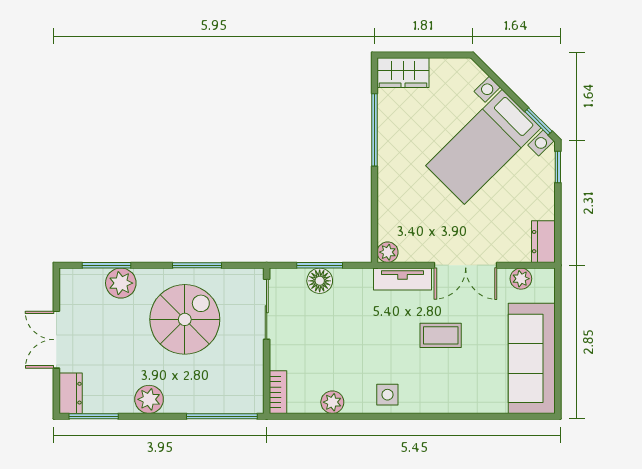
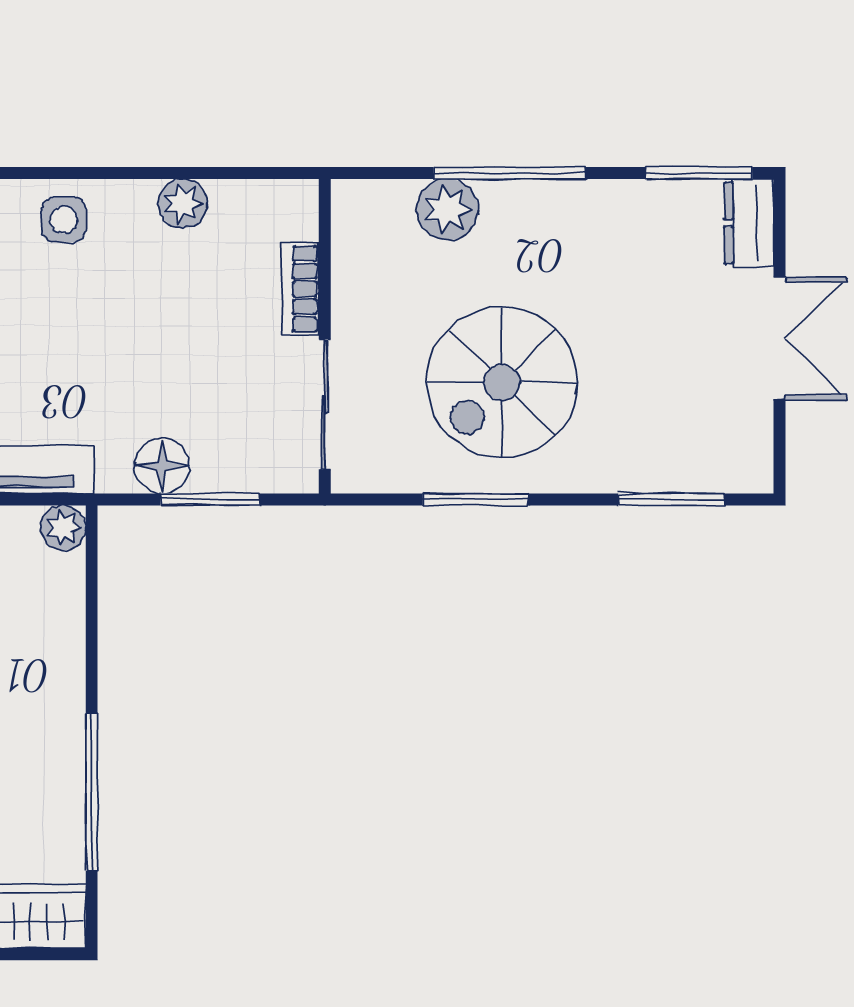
floor lamp: (320, 281) -> (162, 466), moved
plant: (121, 283) -> (640, 461), removed
bookcase: (278, 392) -> (300, 289), moved
plant: (149, 399) -> (447, 210), moved
window: (222, 416) -> (510, 173), moved

